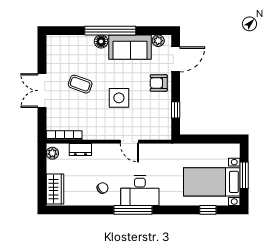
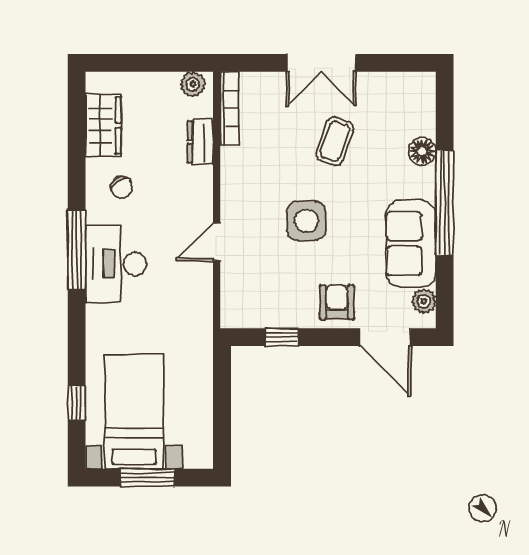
floor lamp: (101, 42) -> (422, 151), moved
double door: (42, 91) -> (321, 63), swing flipped
wardrobe: (55, 189) -> (103, 125), moved, turned -90

